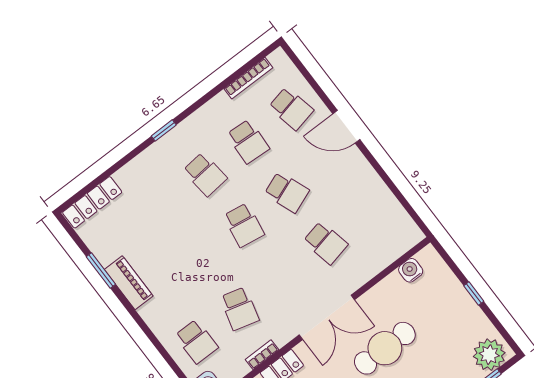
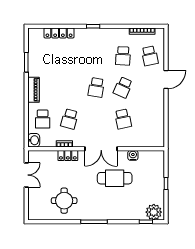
door: (346, 127) -> (166, 80), swing flipped
school desk: (205, 174) -> (96, 56), removed
school desk: (287, 192) -> (123, 87), turned 45
locker: (92, 202) -> (59, 33), moved
water cooler: (411, 270) -> (133, 155), moved
piano: (129, 283) -> (34, 90), moved

